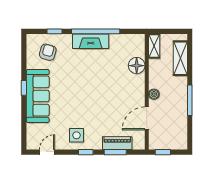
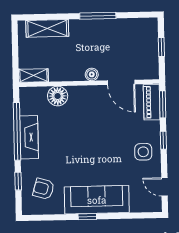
shelving: (154, 46) -> (33, 75), moved
floor lamp: (137, 66) -> (58, 96), moved
wall: (147, 92) -> (89, 83), moved
boiler: (154, 94) -> (92, 74), moved
door: (147, 118) -> (121, 82), moved

